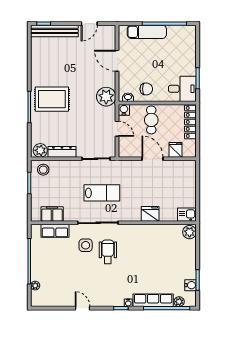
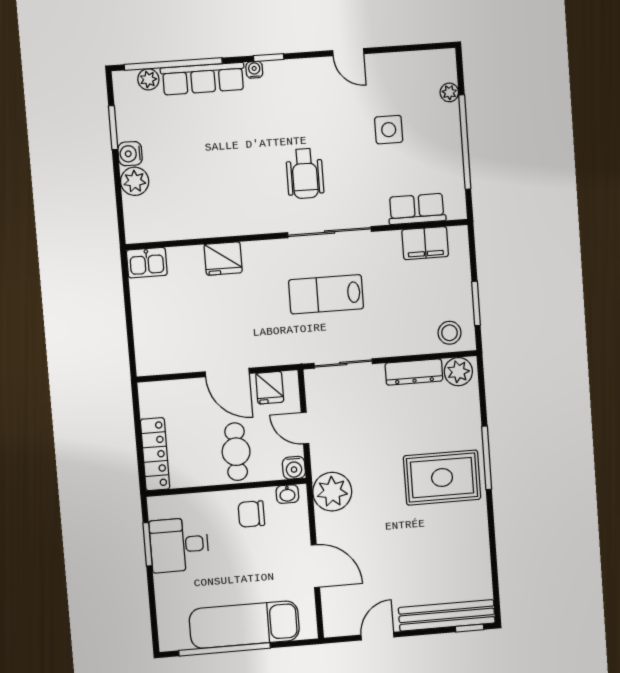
exam couch: (147, 32) -> (244, 625), width x1.36, depth x1.45
desk: (182, 89) -> (179, 545), moved
fridge: (176, 150) -> (270, 388), moved
plant: (189, 232) -> (135, 181), moved
side table: (86, 245) -> (389, 130), moved
water cooler: (191, 285) -> (130, 154), moved

